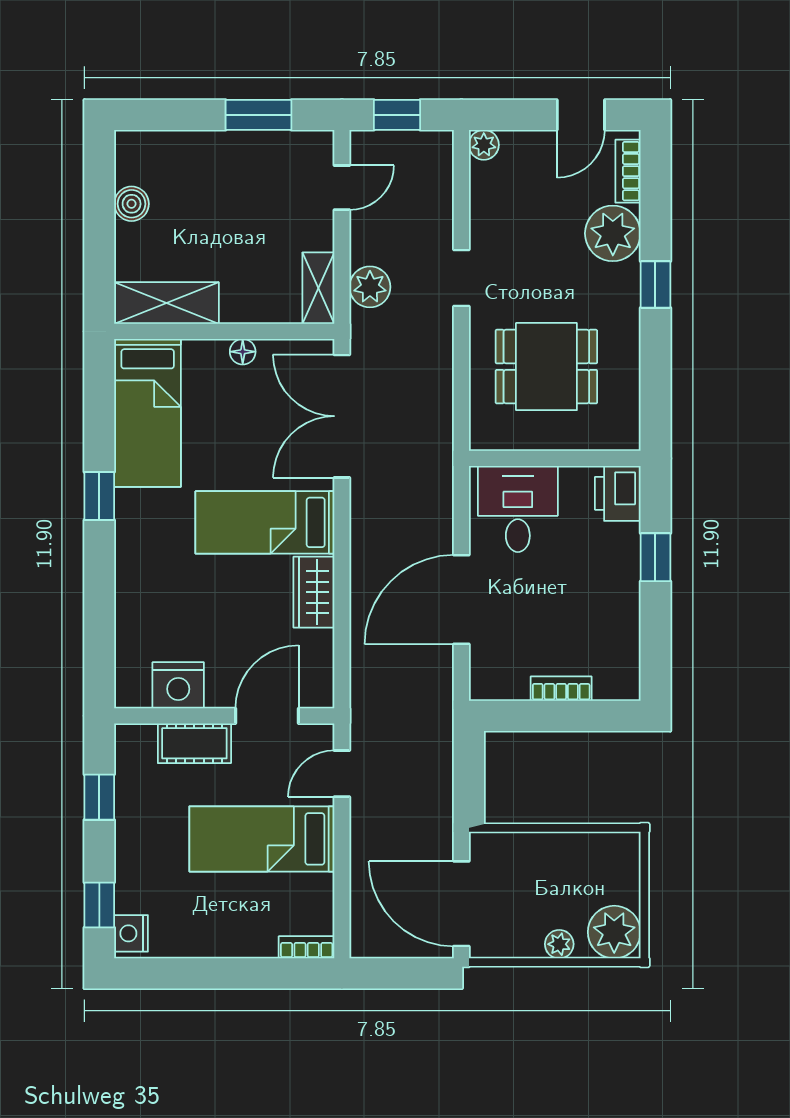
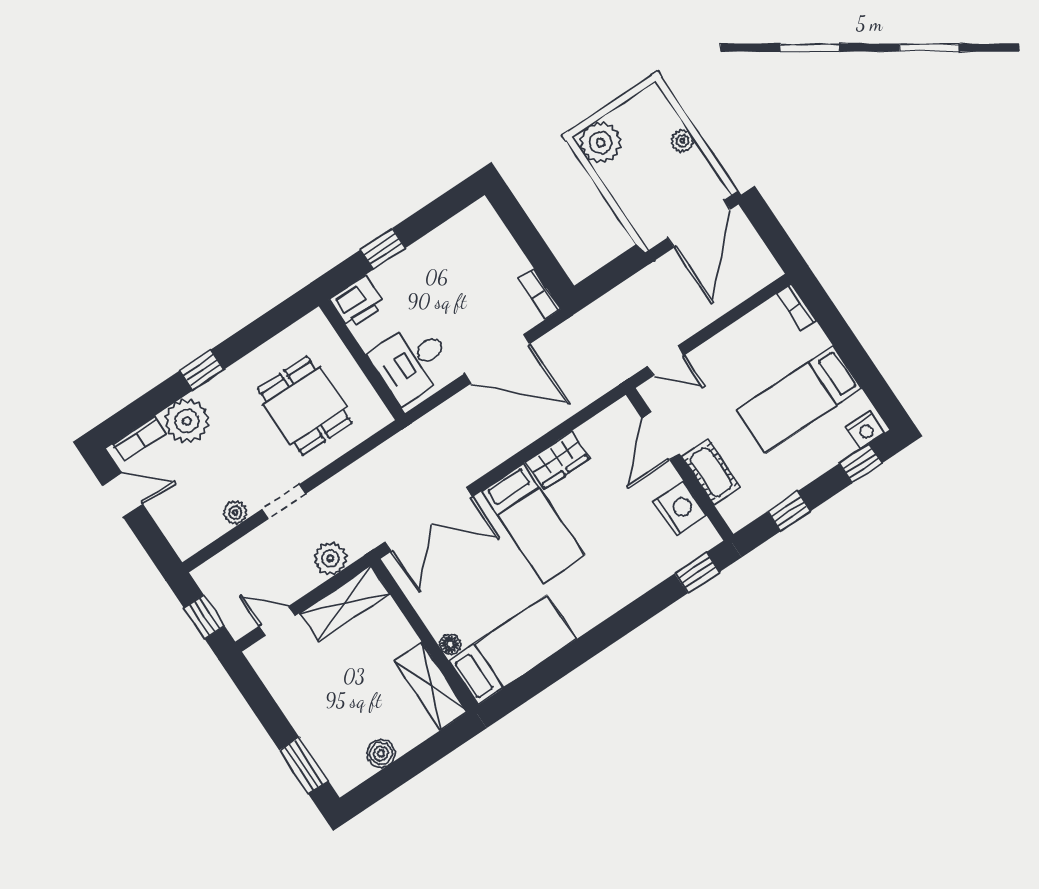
window: (258, 115) -> (304, 766), moved
plant: (484, 145) -> (235, 512), moved
shelving: (318, 288) -> (345, 603), width x1.50, depth x1.33
floor lamp: (243, 352) -> (450, 644), moved
window: (99, 496) -> (697, 573), moved
bookcase: (561, 689) -> (539, 294), moved
door: (267, 716) -> (661, 436), hinge flipped
bed: (262, 839) -> (799, 399), moved, turned 90
plant: (614, 932) -> (601, 143), moved

